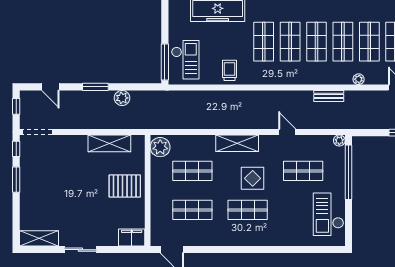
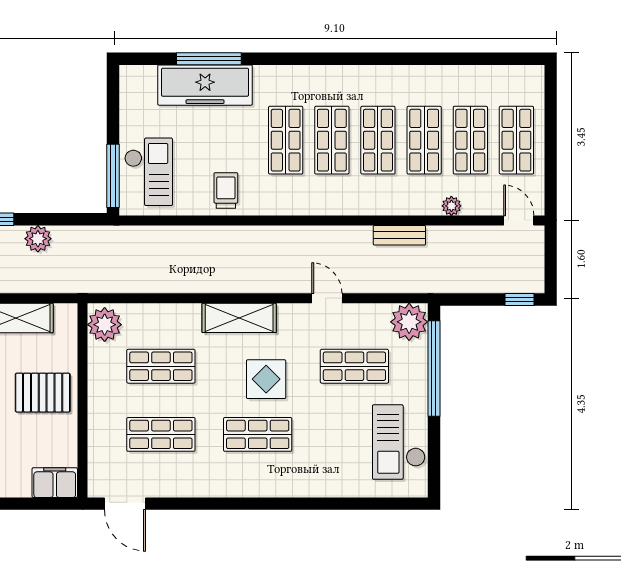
plant: (339, 141) -> (409, 322), width x1.87, depth x1.87

